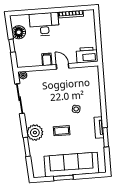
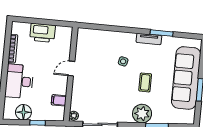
printer: (87, 55) -> (43, 33), moved, turned -90
filing cabinet: (47, 59) -> (59, 100), moved

